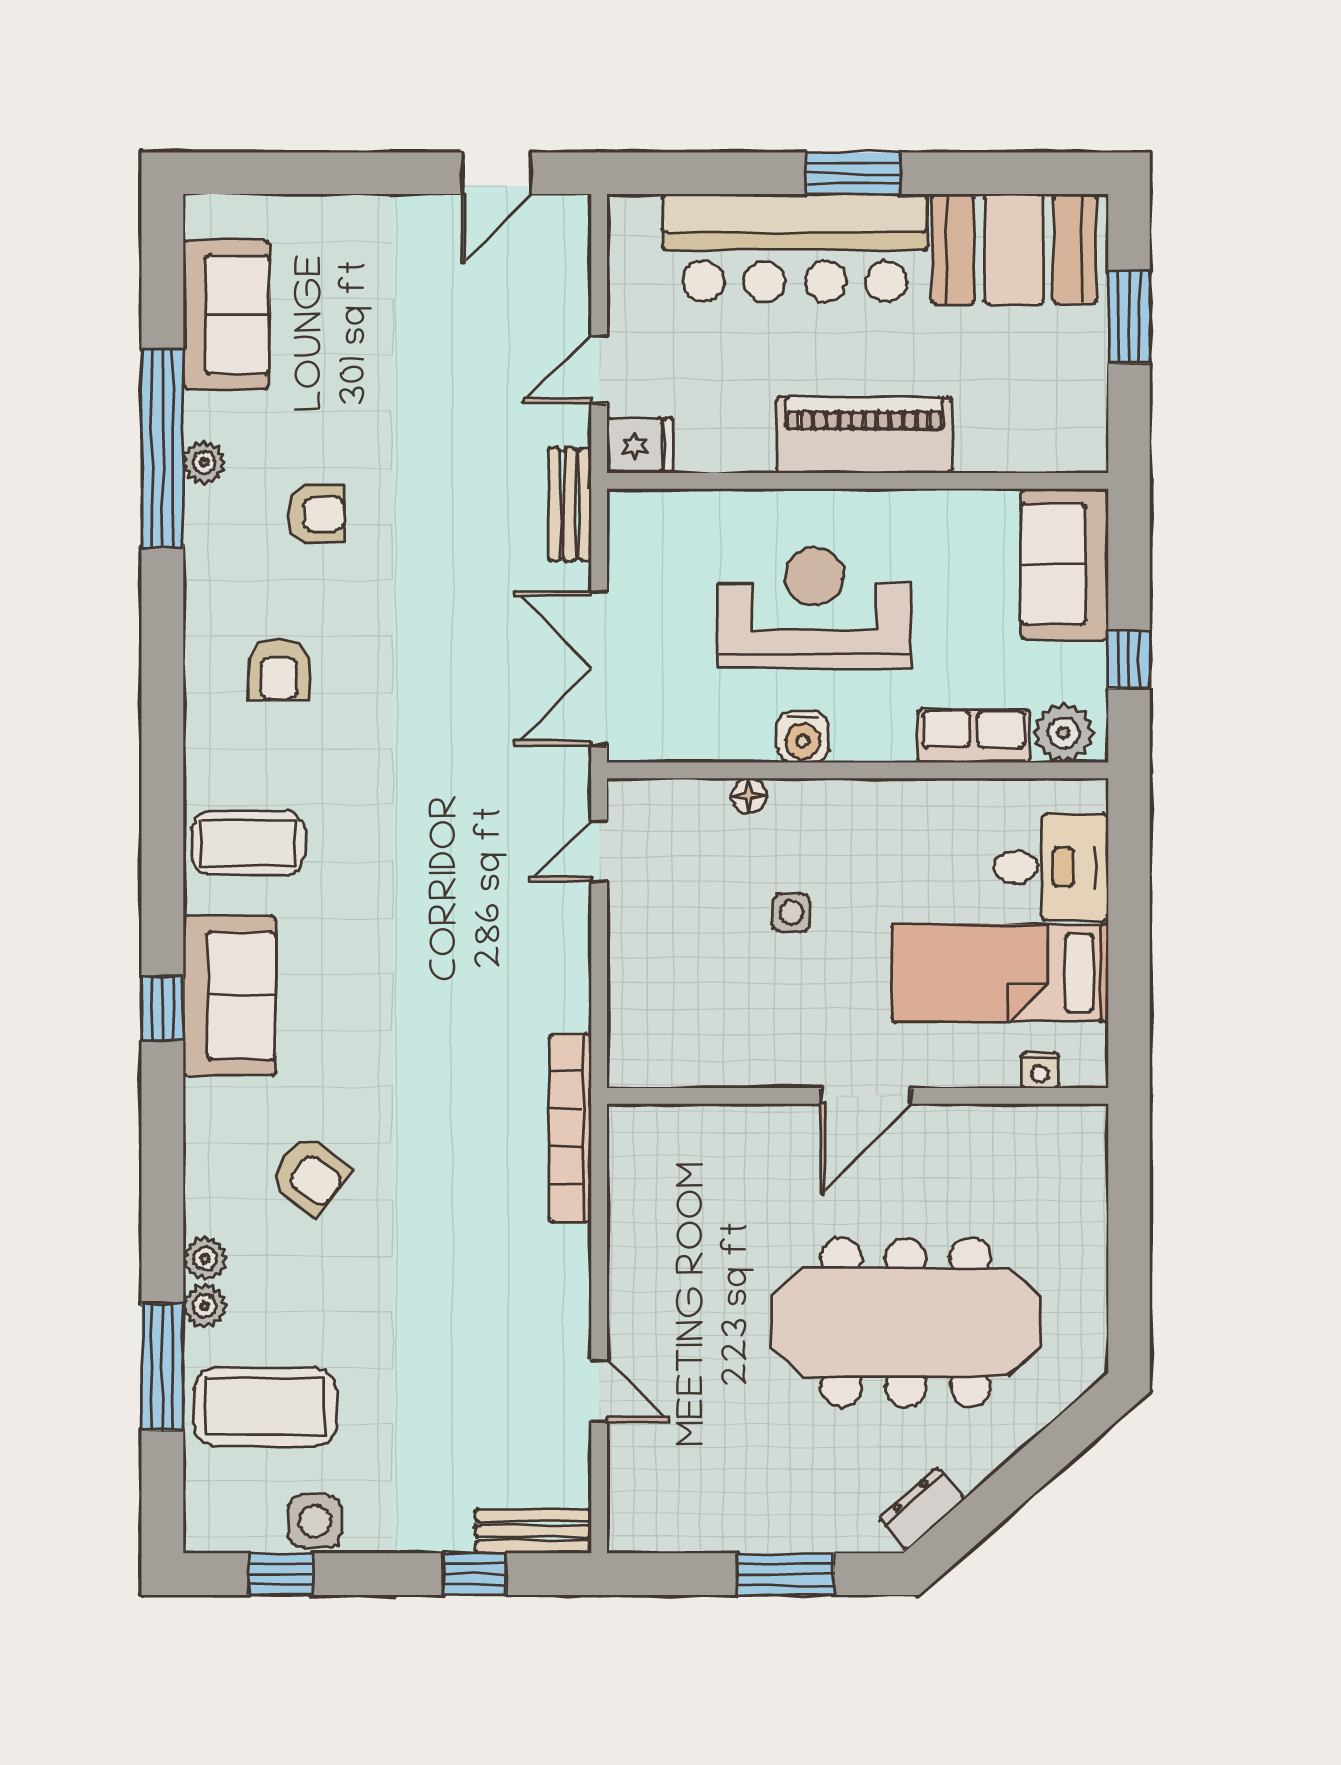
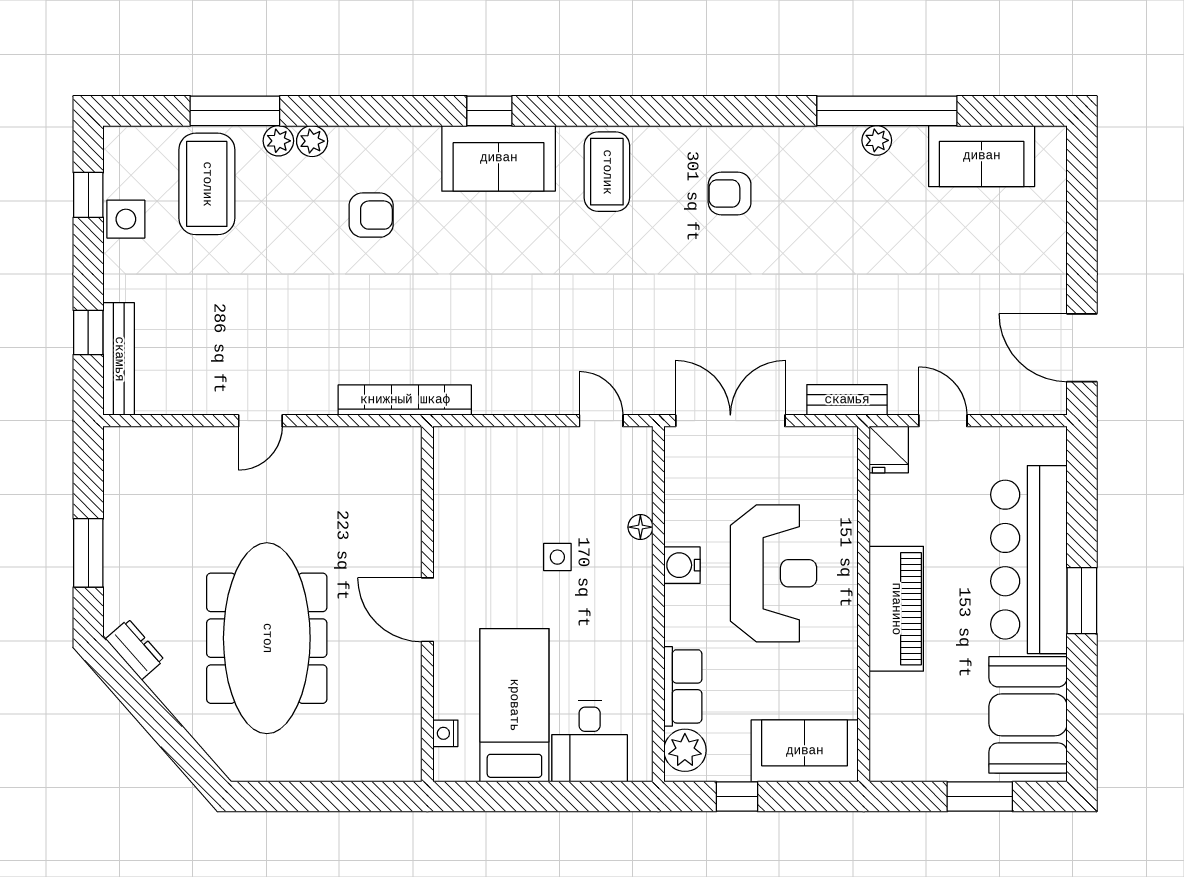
door: (496, 173) -> (1082, 348), width x1.38
armchair: (316, 514) -> (840, 220), removed
armchair: (309, 1175) -> (371, 215), turned -127
door: (599, 1391) -> (260, 421), moved
bench: (533, 1531) -> (119, 359), width x1.36

